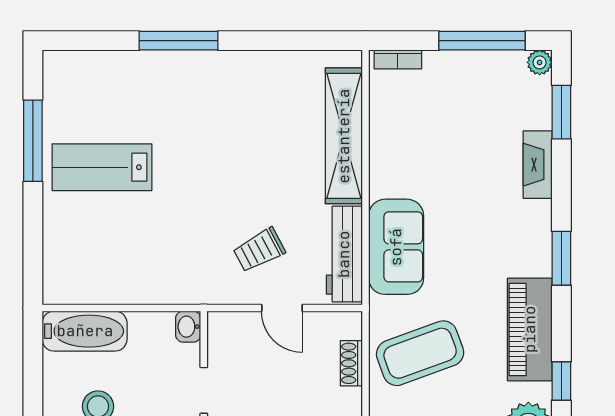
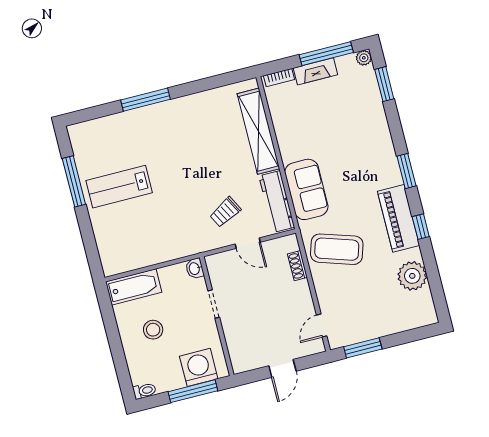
fireplace: (538, 165) -> (315, 71), moved, turned -90
coffee table: (420, 353) -> (337, 249), turned 38
window: (561, 381) -> (421, 227), moved

